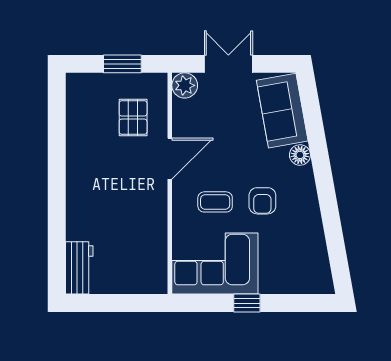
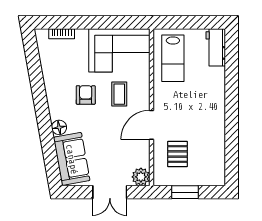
coffee table: (215, 202) -> (119, 94), turned 90
lab bench: (140, 252) -> (173, 58), added
bookcase: (296, 287) -> (62, 34), added
window: (247, 303) -> (97, 22), removed

